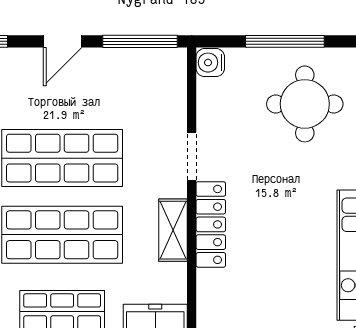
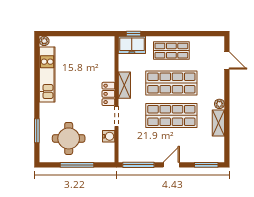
water cooler: (210, 63) -> (109, 136), moved
locker: (211, 224) -> (108, 94), width x0.66

